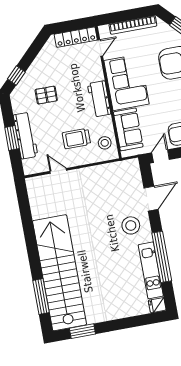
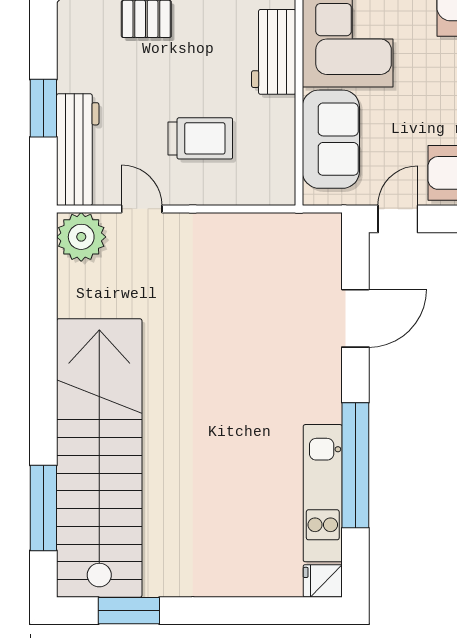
workbench: (26, 136) -> (78, 150), moved
trolley: (76, 139) -> (200, 138), turned 180
stool: (105, 143) -> (267, 162), removed
plant: (36, 186) -> (81, 237), added
stool: (131, 225) -> (294, 375), removed

